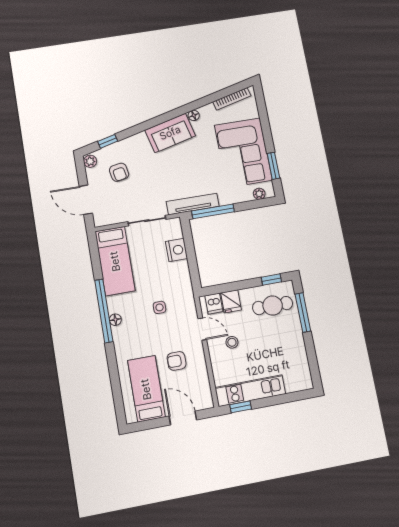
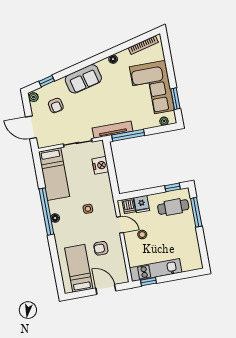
sofa: (170, 133) -> (83, 79), moved

